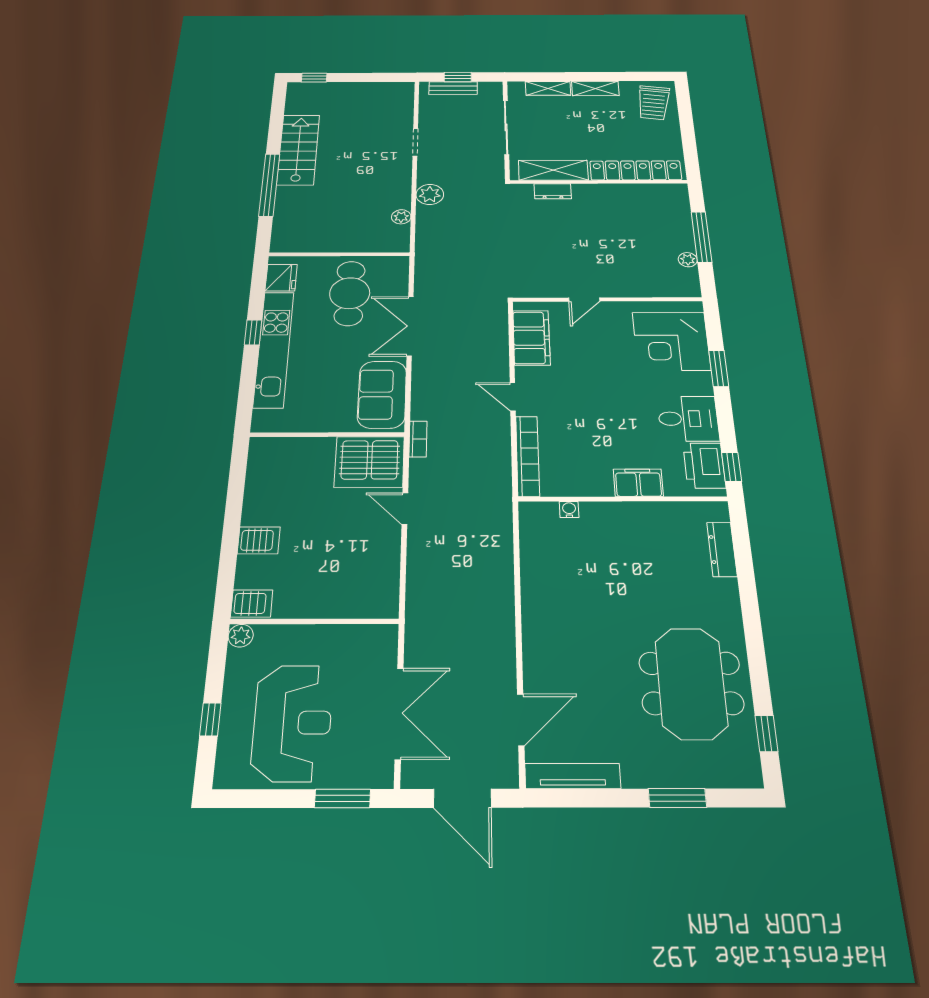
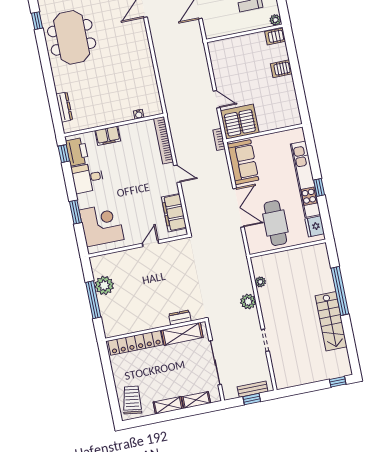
plant: (688, 260) -> (104, 285), width x1.87, depth x1.87

